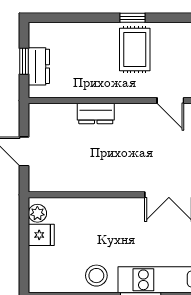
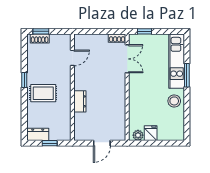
rug: (135, 49) -> (43, 93), moved
dresser: (39, 66) -> (38, 134), moved

